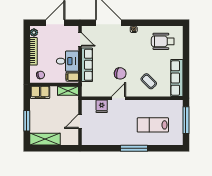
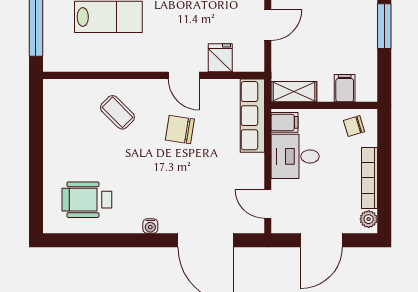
wheelchair: (163, 41) -> (87, 200), turned 180
row of seats: (87, 65) -> (252, 116), moved
row of seats: (177, 78) -> (56, 120), removed
filing cabinet: (40, 92) -> (345, 88), width x0.50
door: (118, 98) -> (184, 75), hinge flipped

